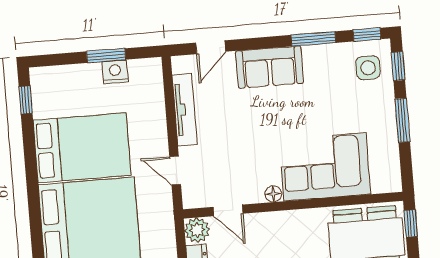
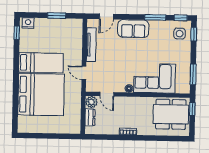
nightstand: (115, 72) -> (28, 23), moved
window: (402, 120) -> (193, 74), moved
bed: (82, 148) -> (41, 63), width x0.67

